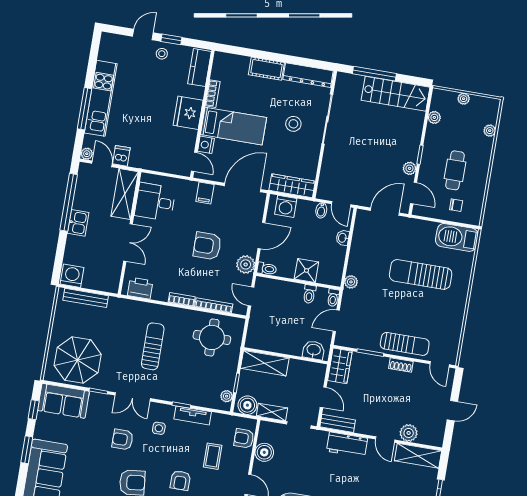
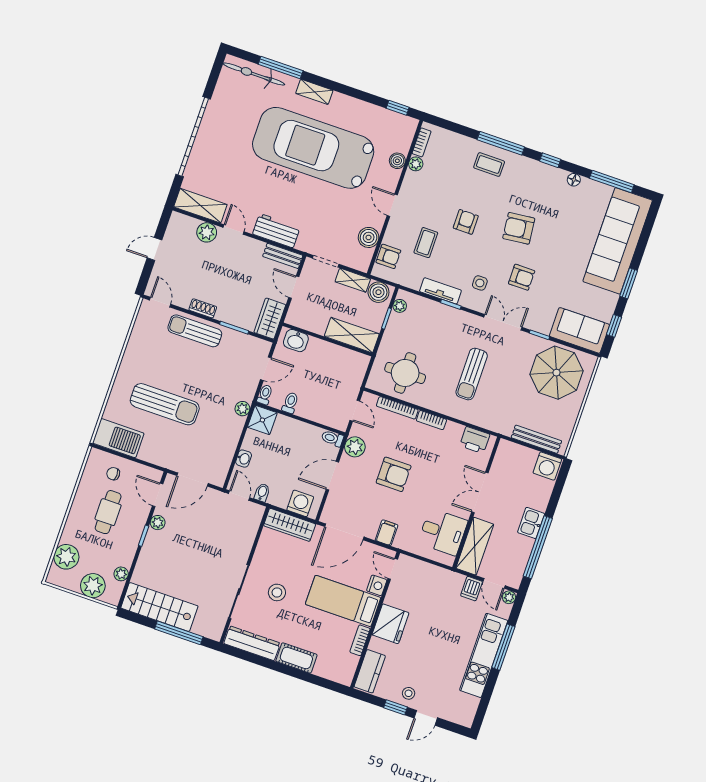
plant: (464, 99) -> (93, 586), width x1.87, depth x1.87
plant: (490, 131) -> (66, 557), width x1.88, depth x1.88
shower: (306, 270) -> (262, 420), moved

